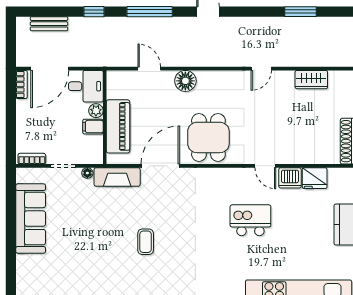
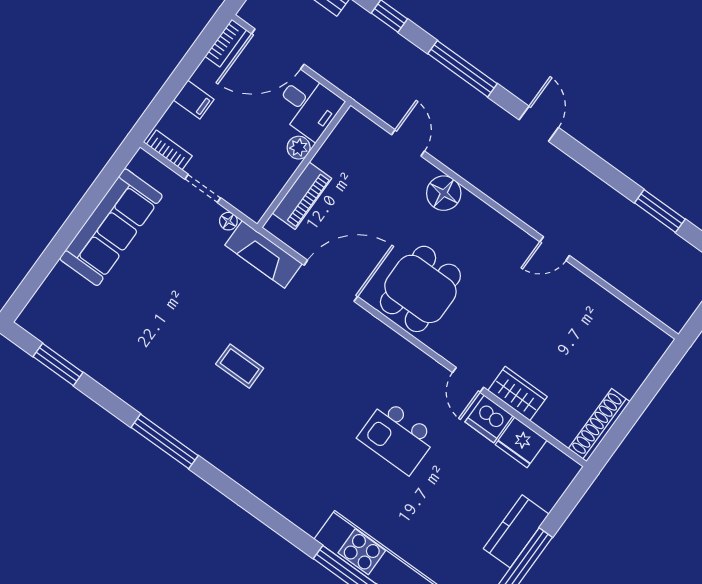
wardrobe: (311, 80) -> (517, 394), moved, turned 180
piano: (118, 126) -> (302, 196), width x0.73, depth x0.75
filing cabinet: (93, 127) -> (194, 100), moved, turned 180
kitchen island: (250, 220) -> (397, 437), turned 180
coffee table: (146, 242) -> (240, 366), turned 90

